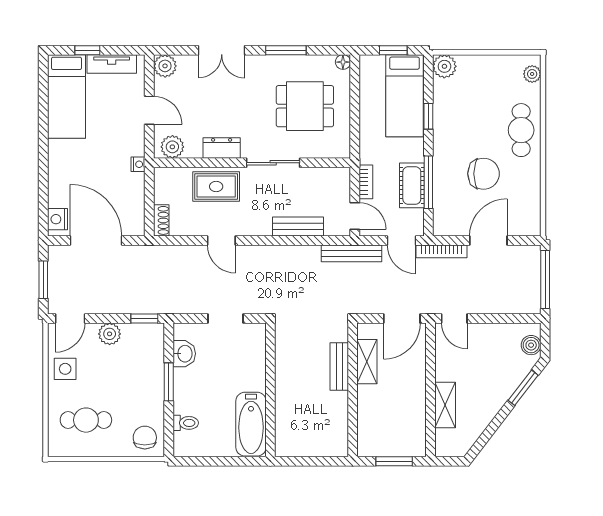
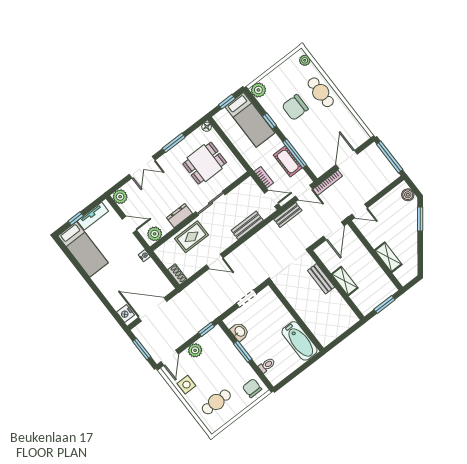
chair: (484, 174) -> (295, 107), moved, turned 180
bench: (352, 253) -> (288, 215), width x0.73
shelving: (367, 362) -> (345, 281), moved

